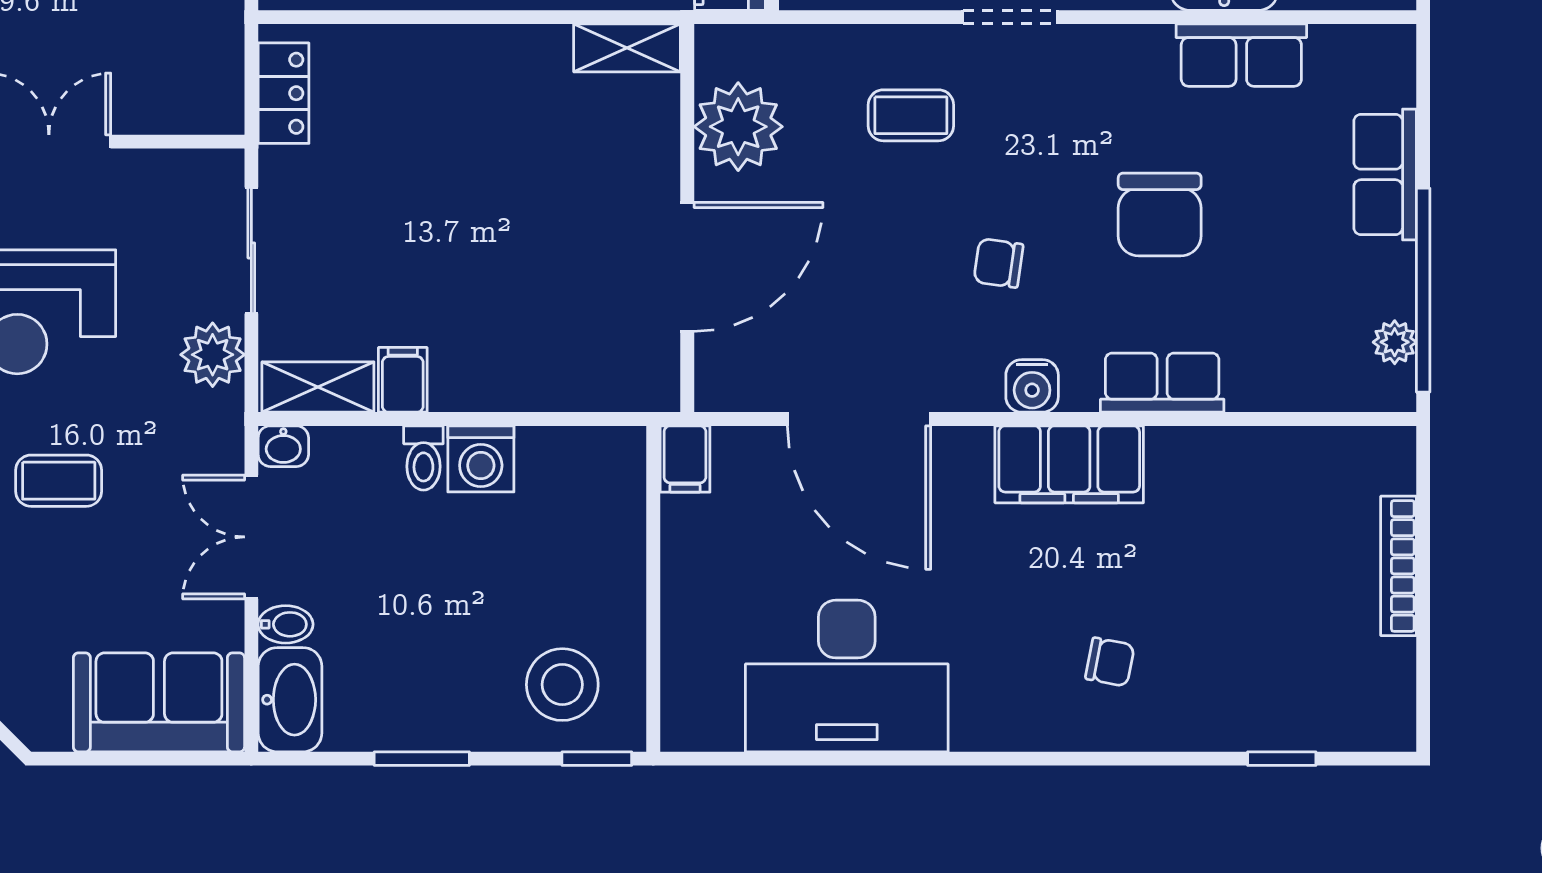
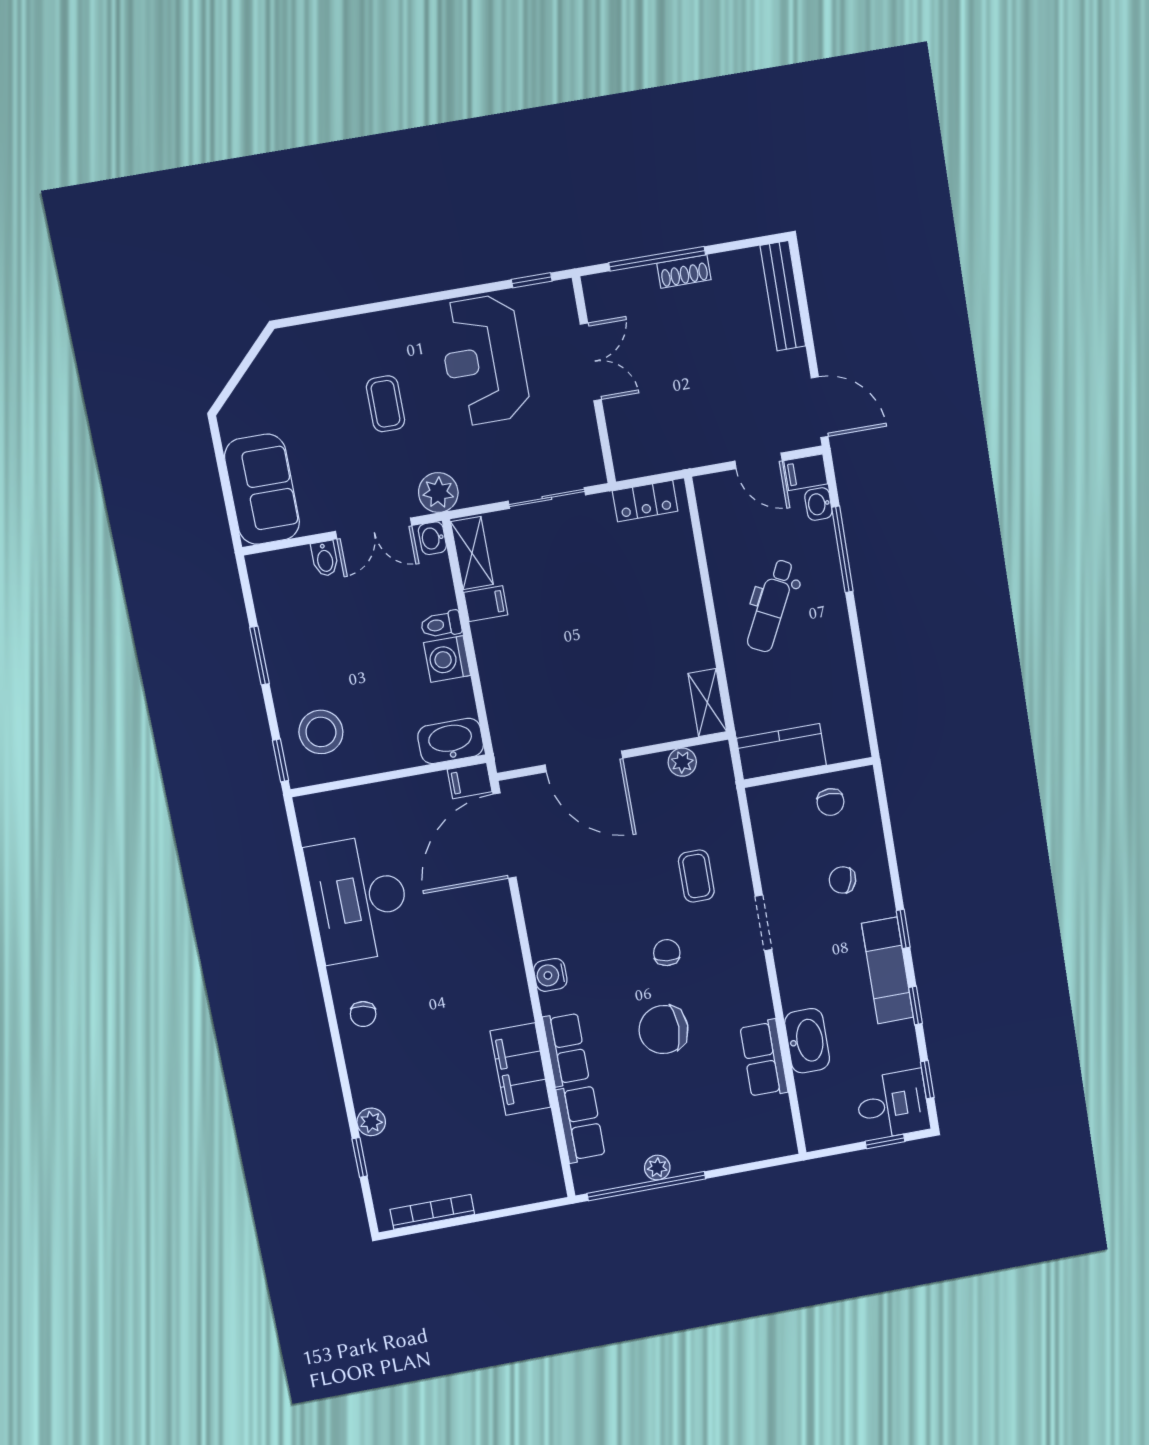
plant: (738, 127) -> (682, 762), width x0.53, depth x0.53
row of seats: (1385, 174) -> (581, 1123), moved, turned 90
chair: (998, 263) -> (667, 953), moved
plant: (1395, 342) -> (657, 1168), moved
plant: (213, 355) -> (438, 493), moved
door: (859, 419) -> (504, 836), moved
filing cabinet: (1069, 464) -> (520, 1069), moved
double door: (251, 537) -> (374, 528), swing flipped
bookcase: (1399, 566) -> (432, 1212), moved
chair: (1110, 662) -> (363, 1014), moved
washbasin: (290, 700) -> (451, 741), moved, turned 180
plant: (1225, 728) -> (371, 1122), added

